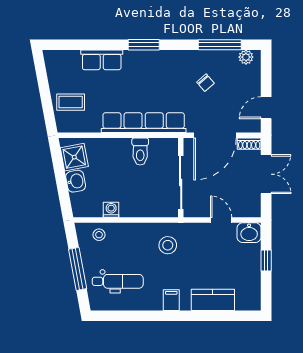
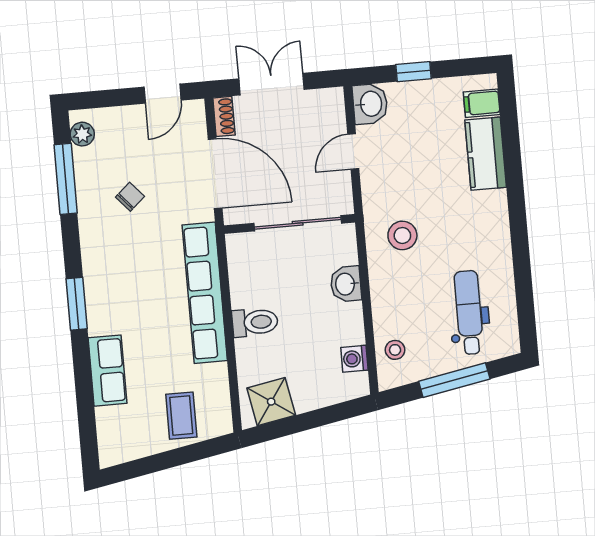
door: (266, 108) -> (163, 94), hinge flipped
toilet: (140, 152) -> (255, 322), moved
washbasin: (76, 181) -> (346, 284), moved, turned -79
washing machine: (111, 210) -> (354, 359), moved
filing cabinet: (171, 300) -> (482, 103), moved

